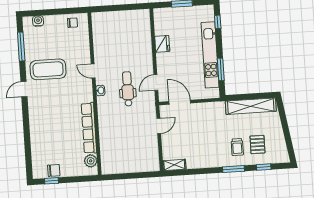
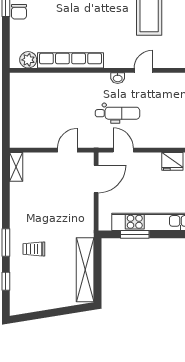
door: (159, 126) -> (67, 150), swing flipped
pallet: (257, 144) -> (35, 275), removed

